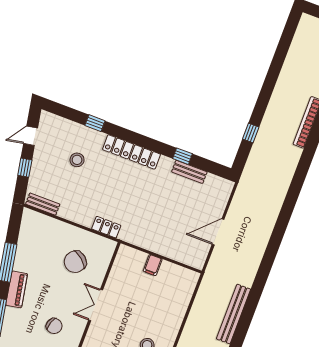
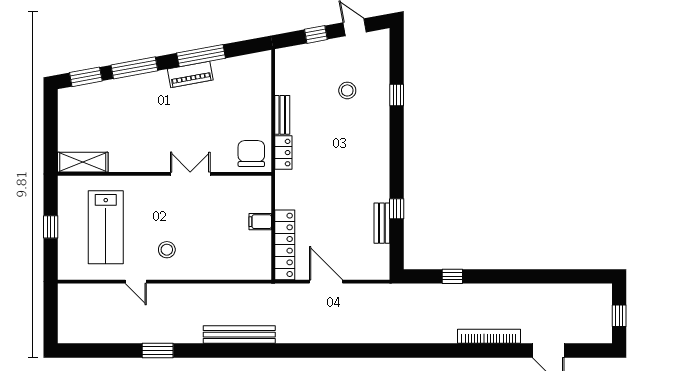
locker: (131, 152) -> (285, 245), moved, turned 180
bench: (43, 204) -> (282, 115), moved
chair: (75, 262) -> (251, 154), moved, turned 50
piano: (17, 289) -> (190, 74), moved
chair: (54, 326) -> (149, 136), removed

